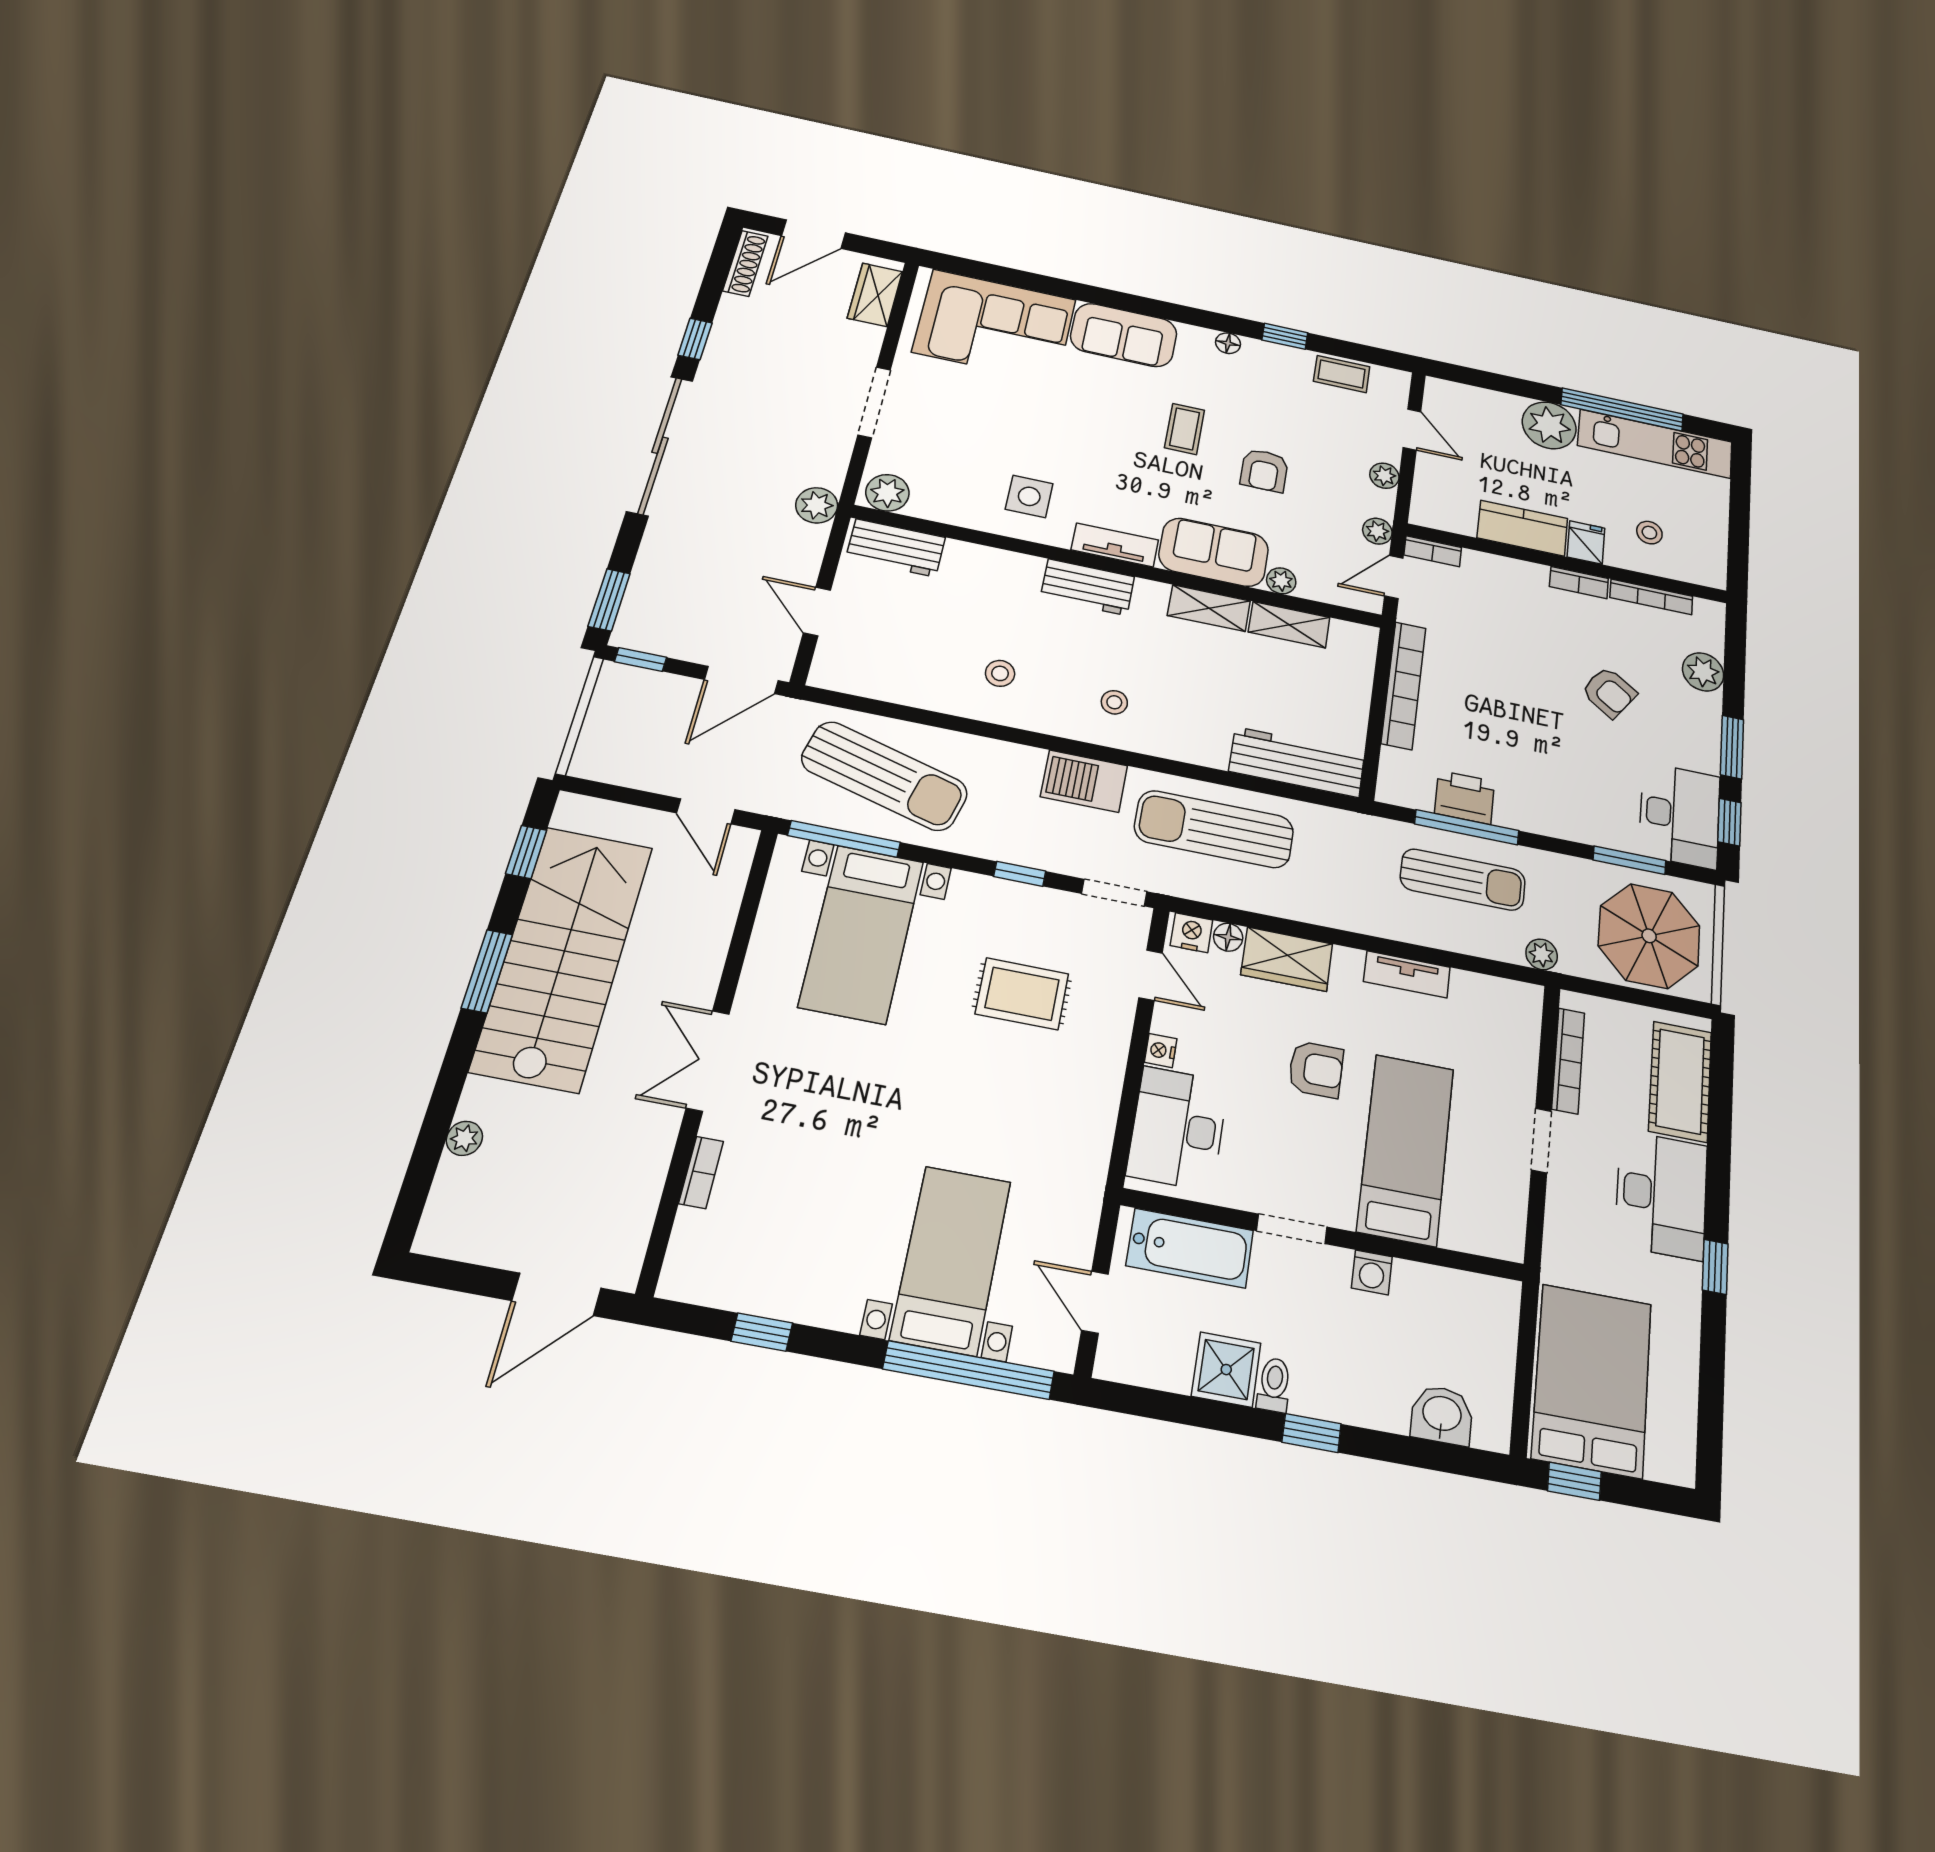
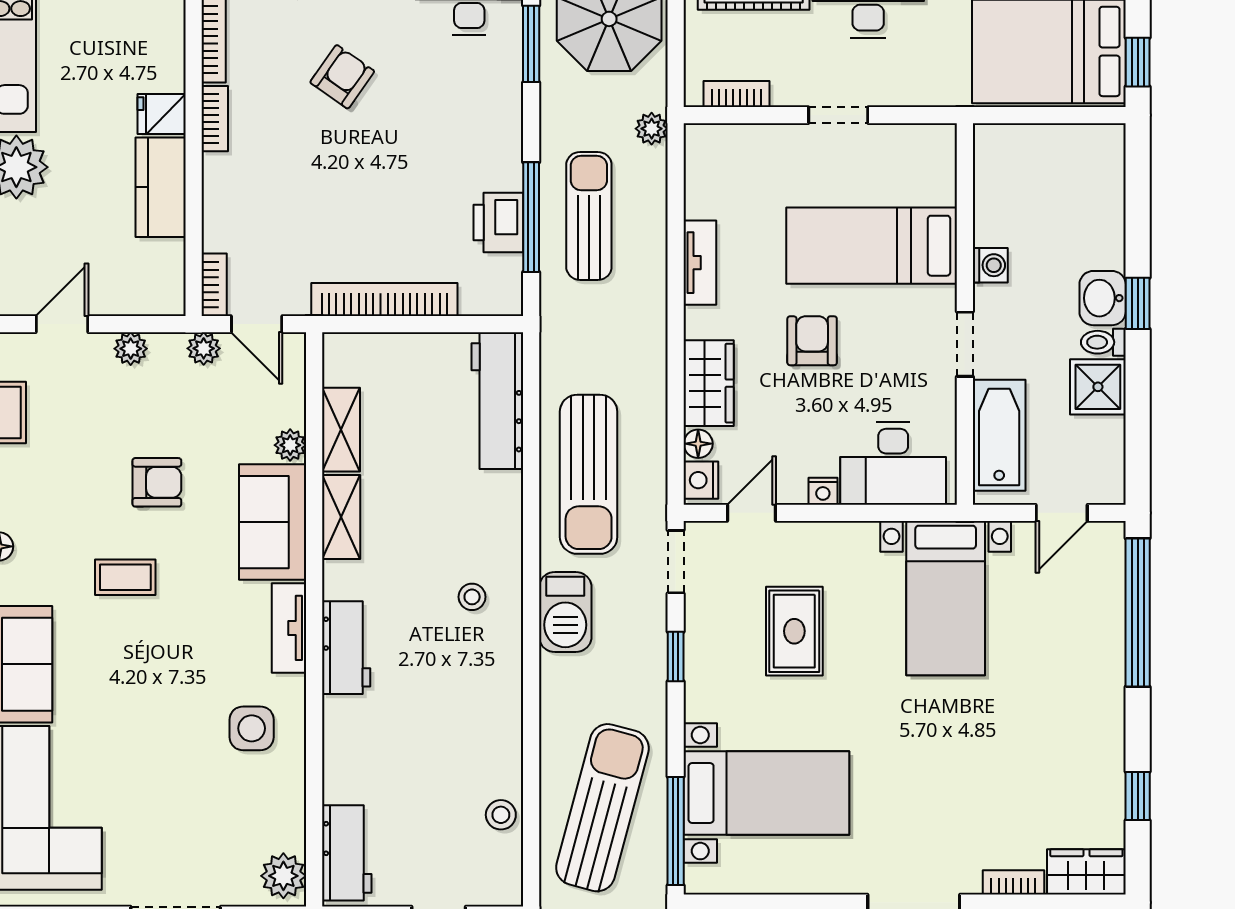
stool: (1649, 533) -> (131, 42), removed
stool: (1000, 673) -> (501, 815), moved
bookcase: (1568, 1061) -> (736, 94), width x0.64
wardrobe: (691, 1257) -> (1086, 872), added
bed with nightstands: (951, 1260) -> (946, 598), moved, turned -90
washbasin: (1442, 1415) -> (1103, 298), moved

